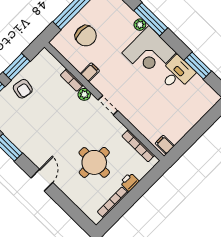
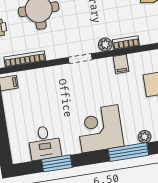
plant: (140, 25) -> (145, 137), moved
desk: (177, 73) -> (44, 143), moved

